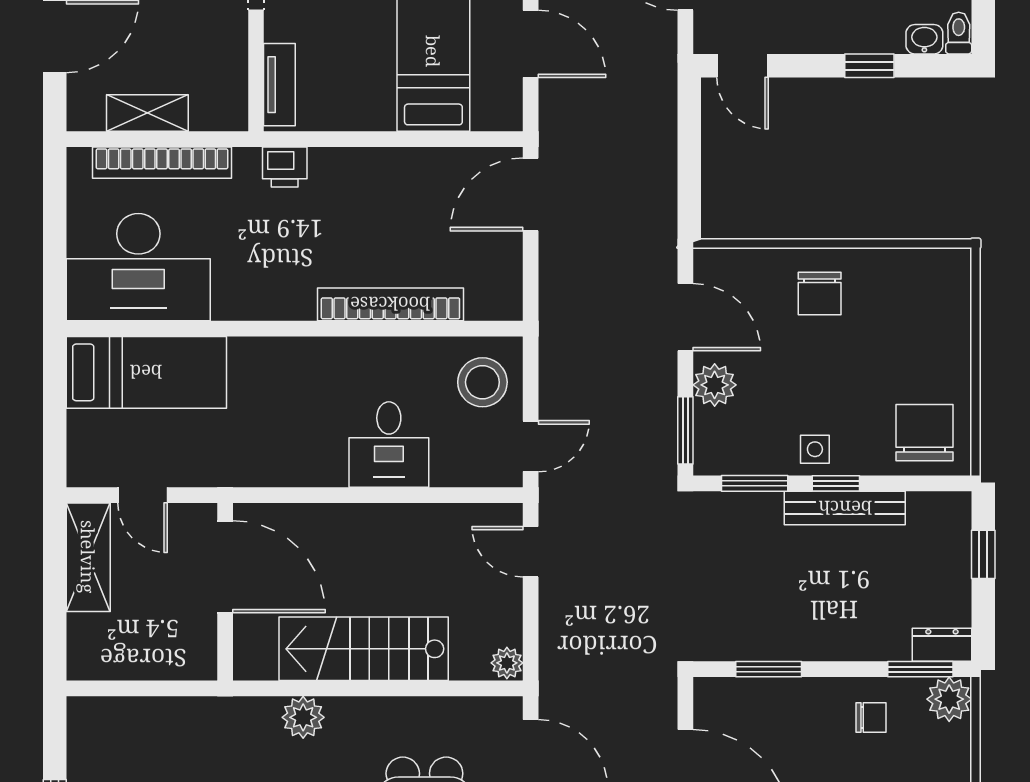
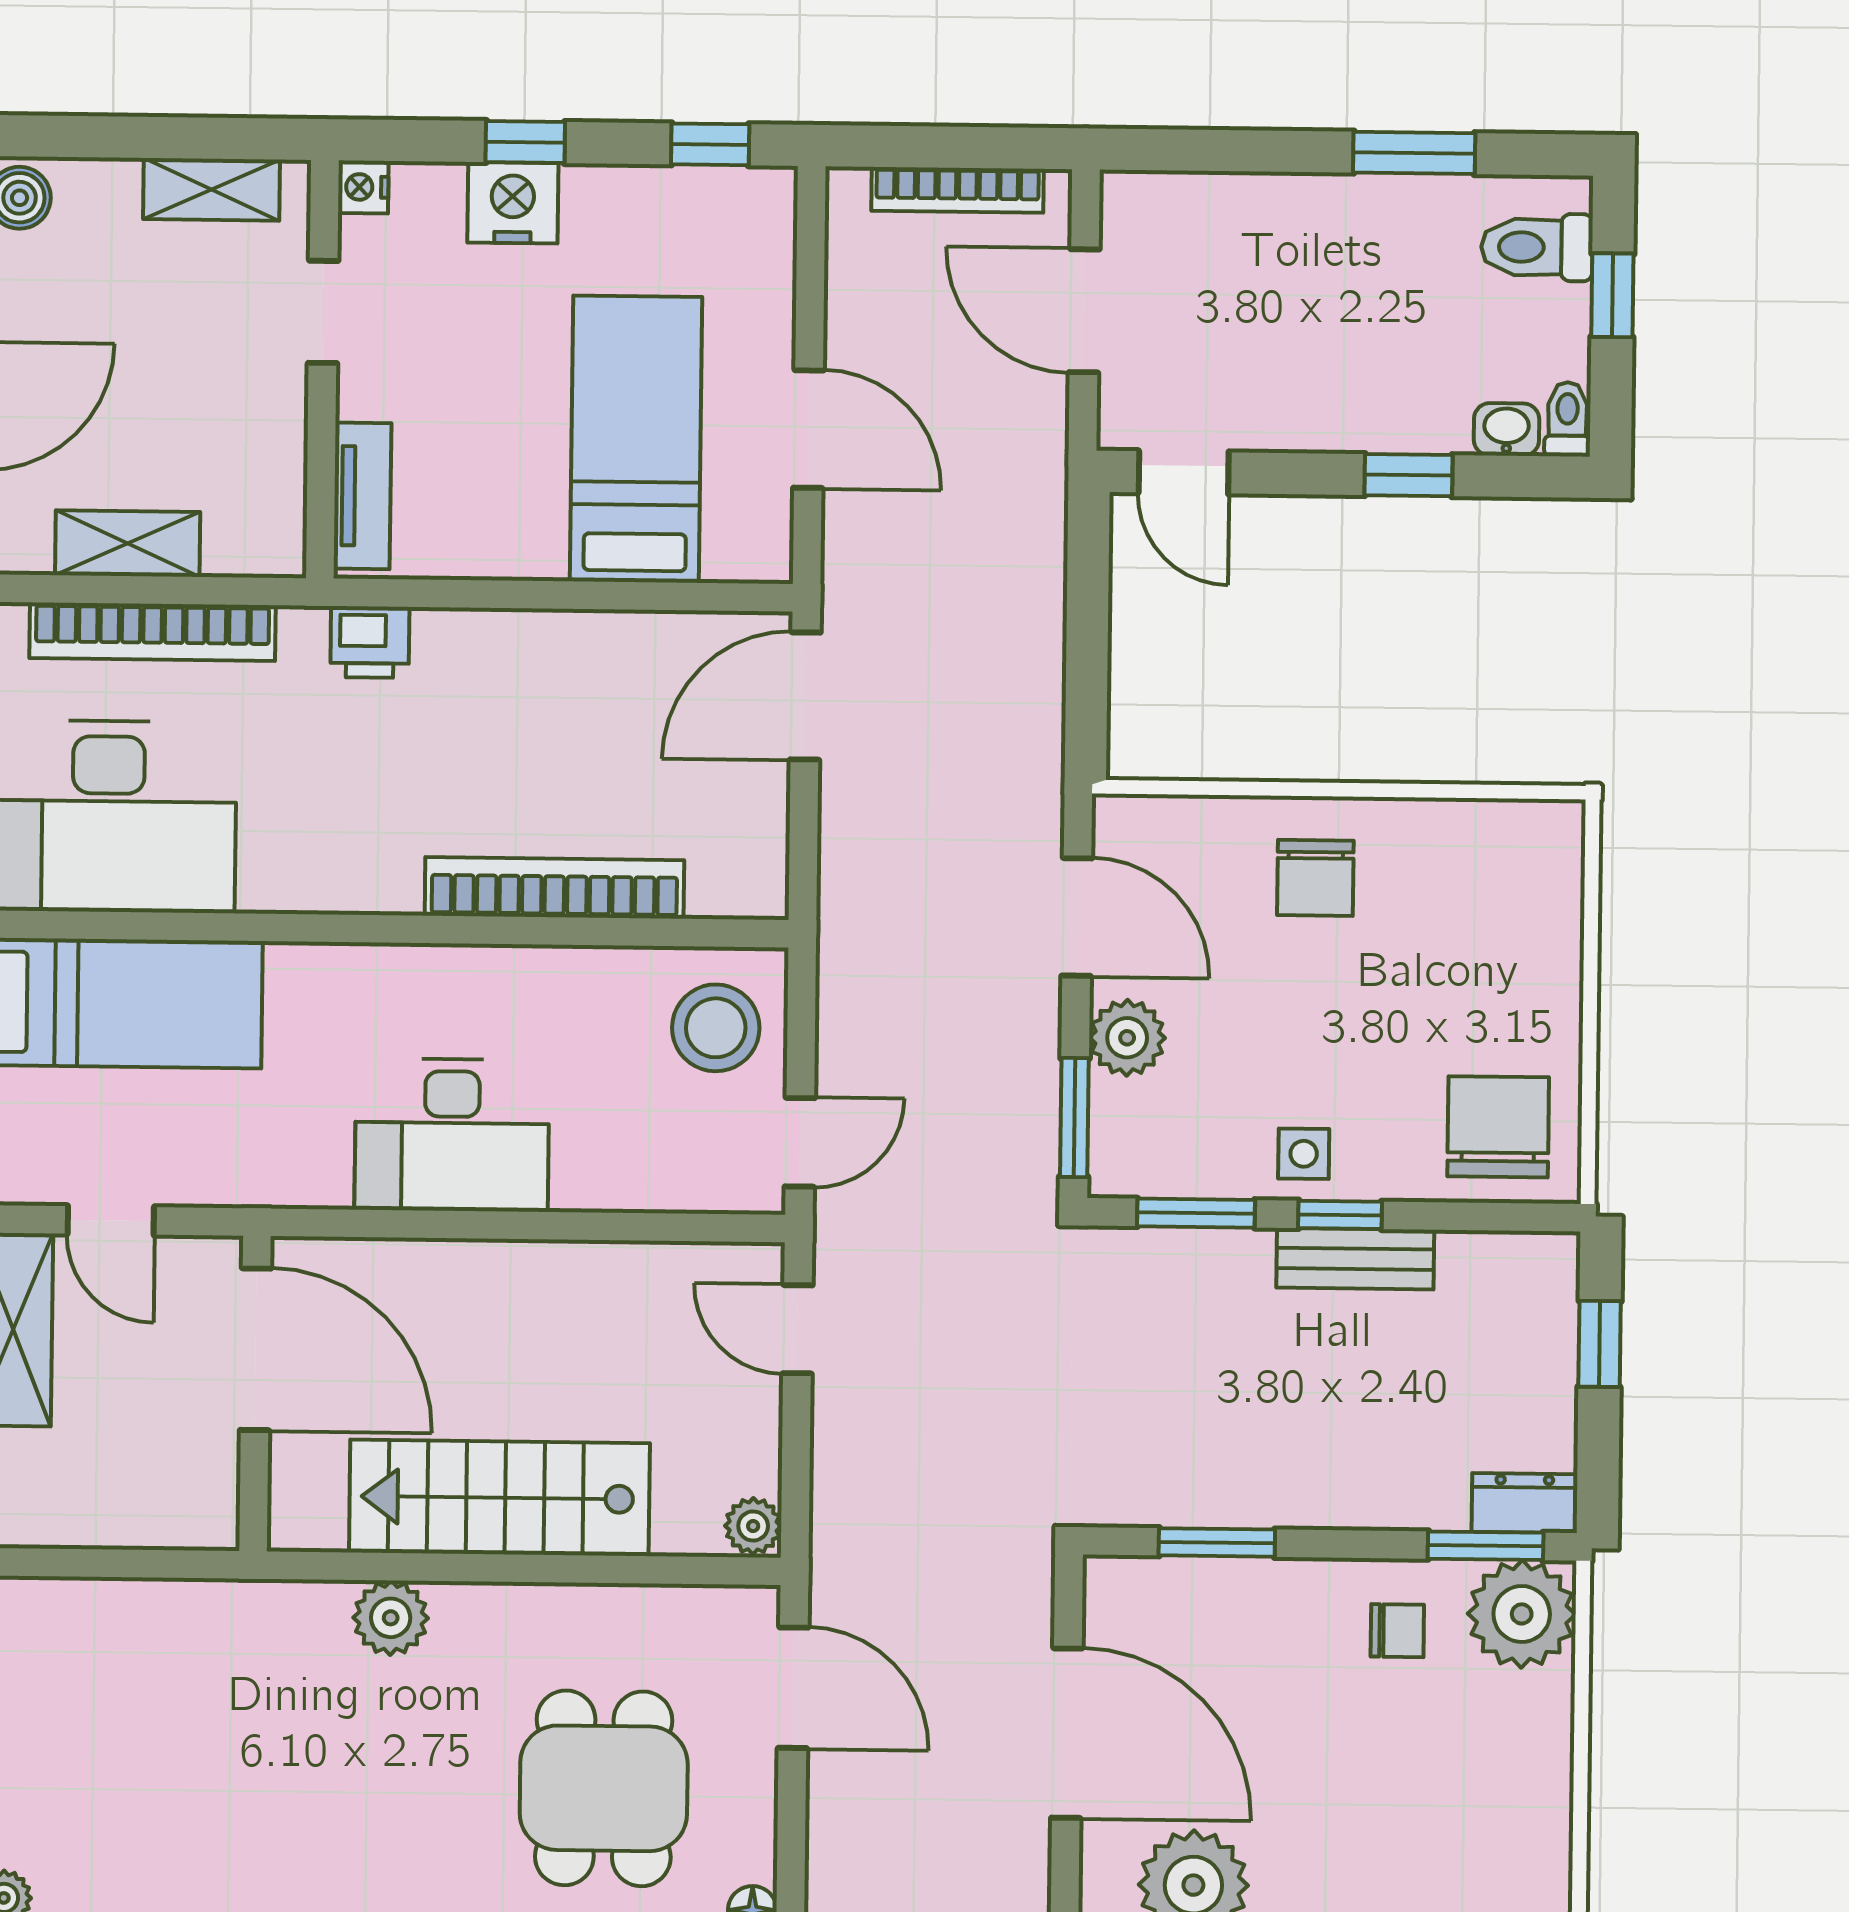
desk: (389, 444) -> (452, 1135), moved, width x1.37
bench: (845, 508) -> (1355, 1259), width x0.73
plant: (949, 699) -> (1522, 1614), width x1.36, depth x1.36

